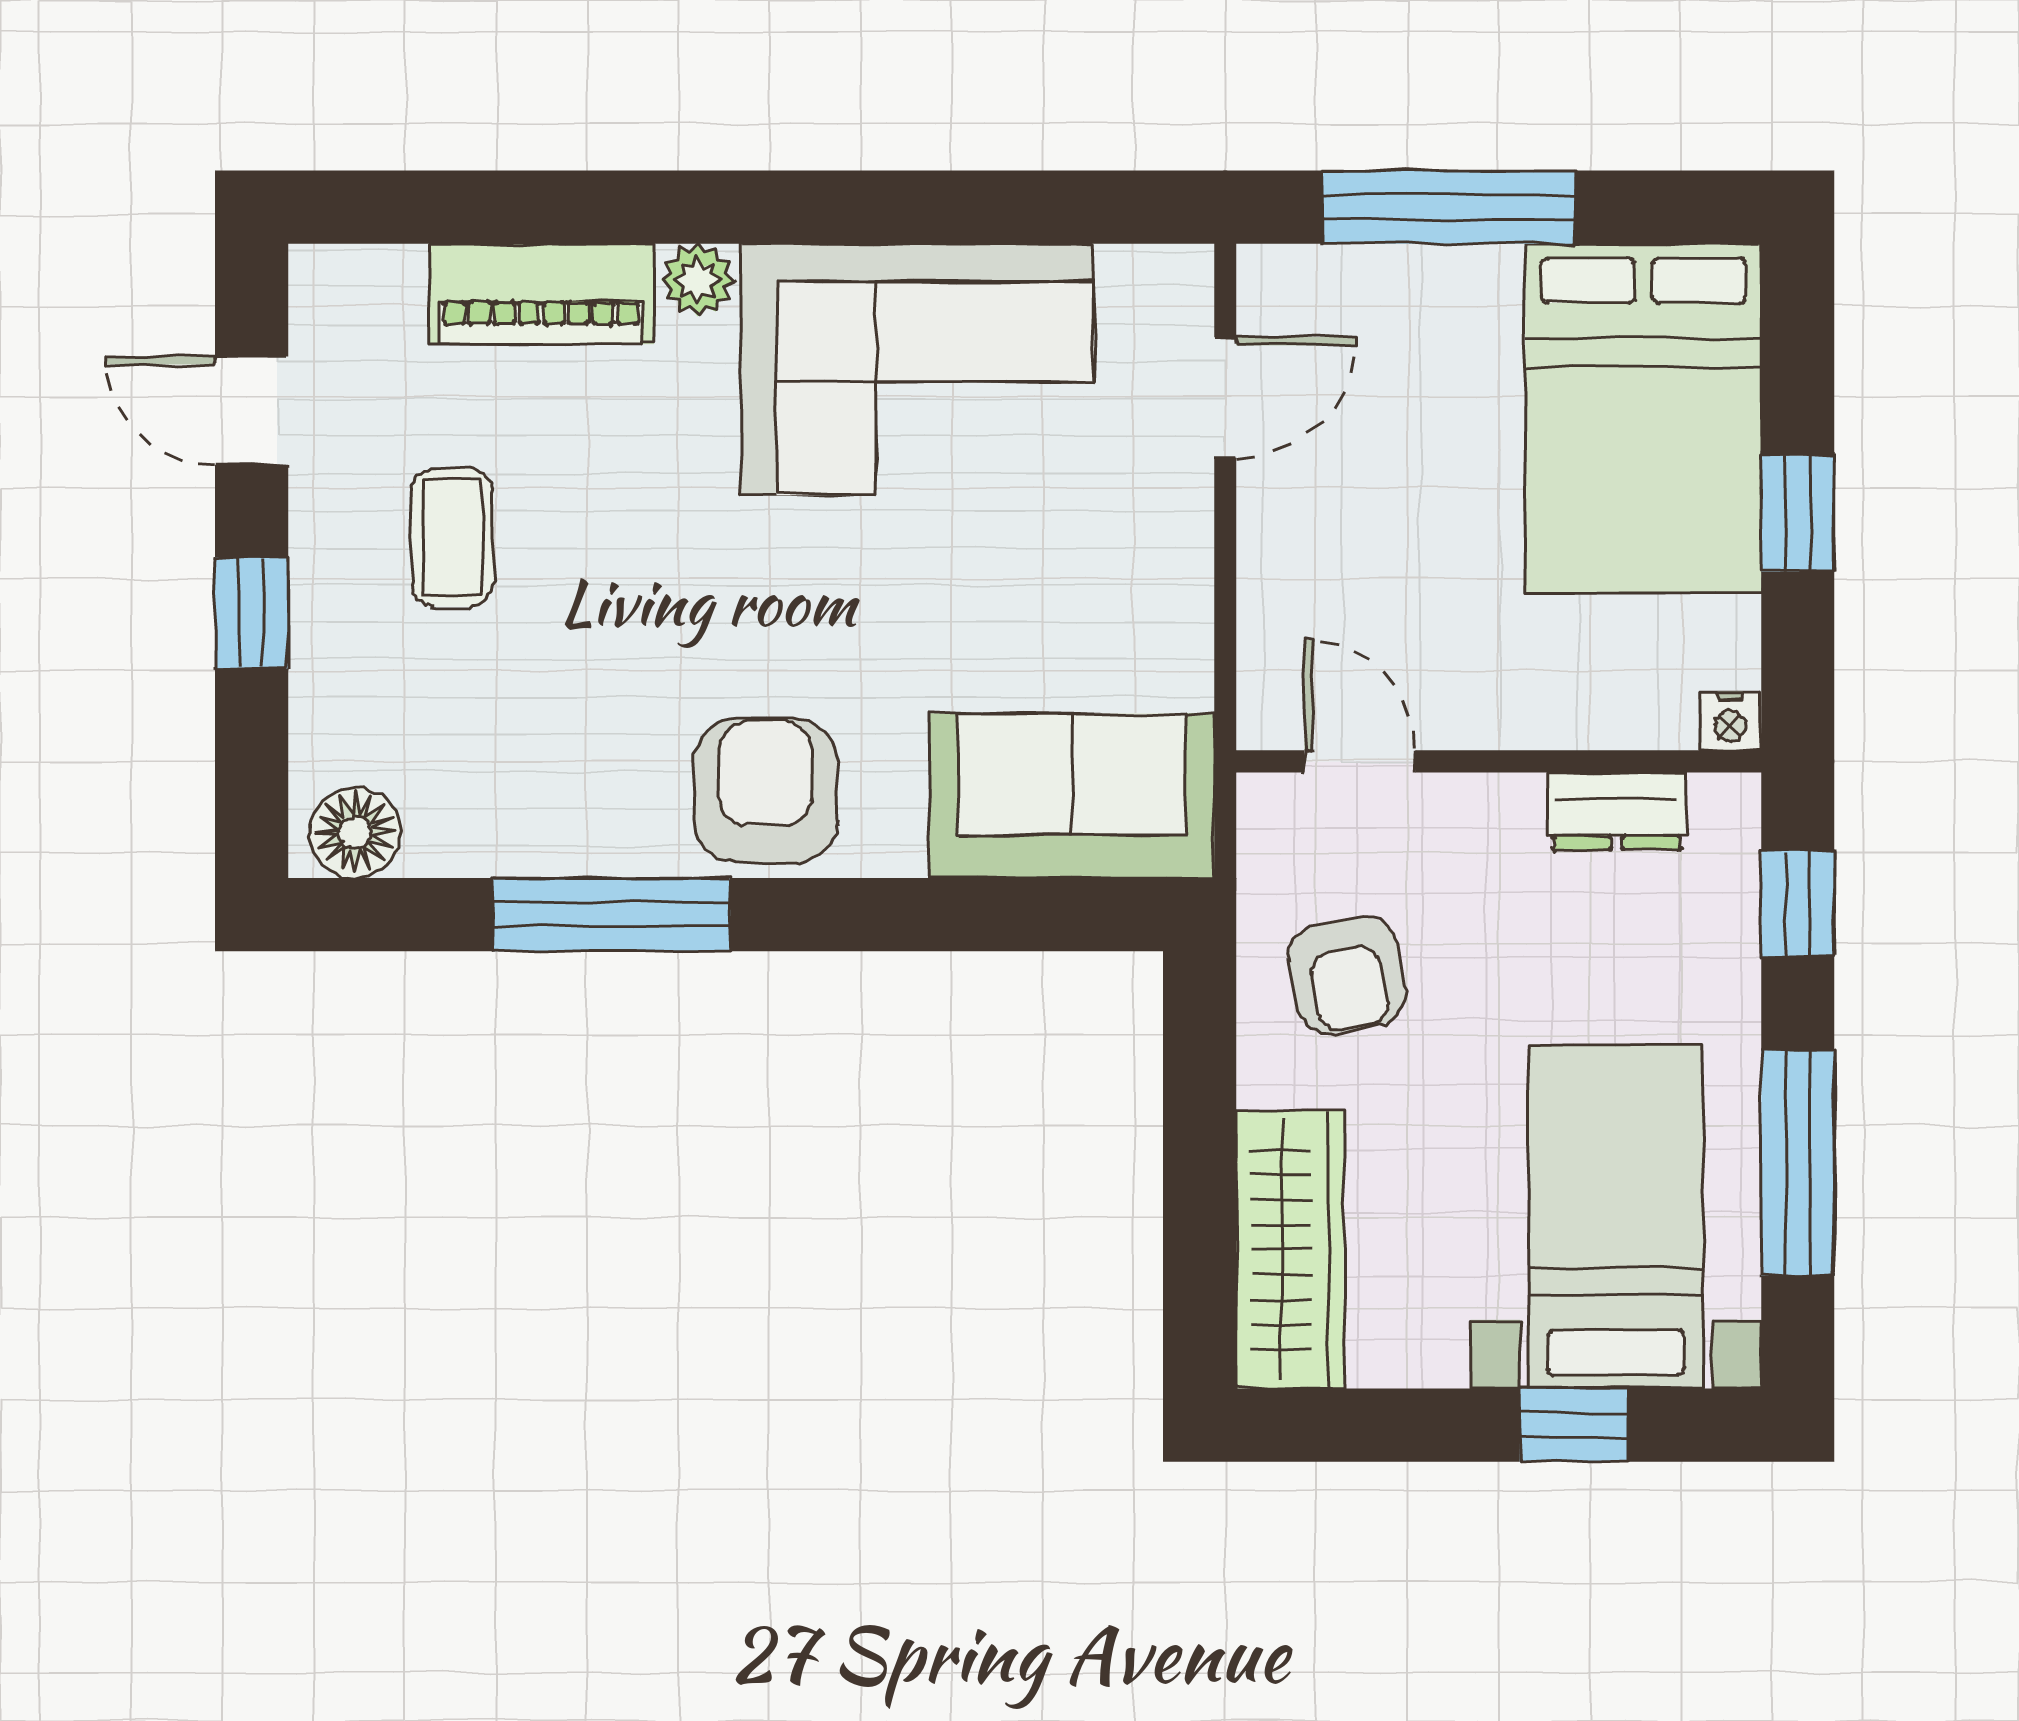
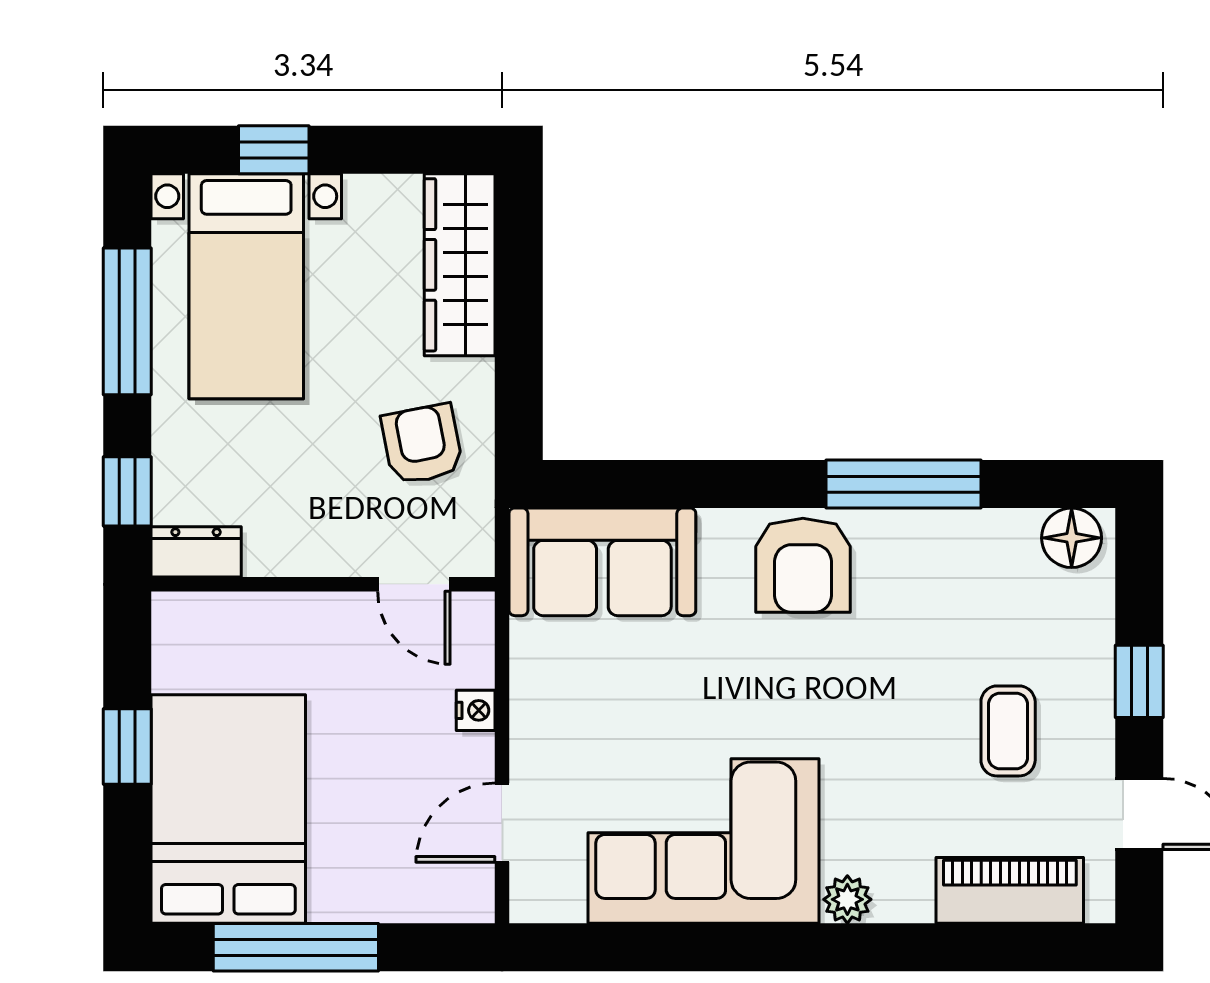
window: (1448, 207) -> (296, 947), moved
piano: (541, 294) -> (1010, 890), moved
nightstand: (1730, 721) -> (476, 710), moved, turned 90
dresser: (1617, 811) -> (196, 552), moved

